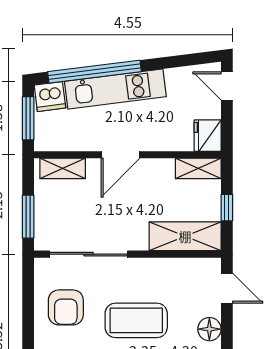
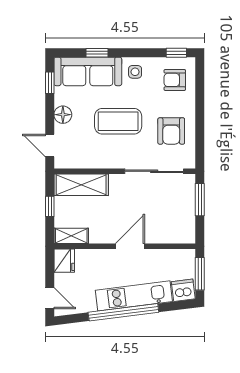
window: (95, 72) -> (123, 312), moved
shelving: (63, 168) -> (174, 236), removed
armchair: (66, 307) -> (171, 131), turned 180

